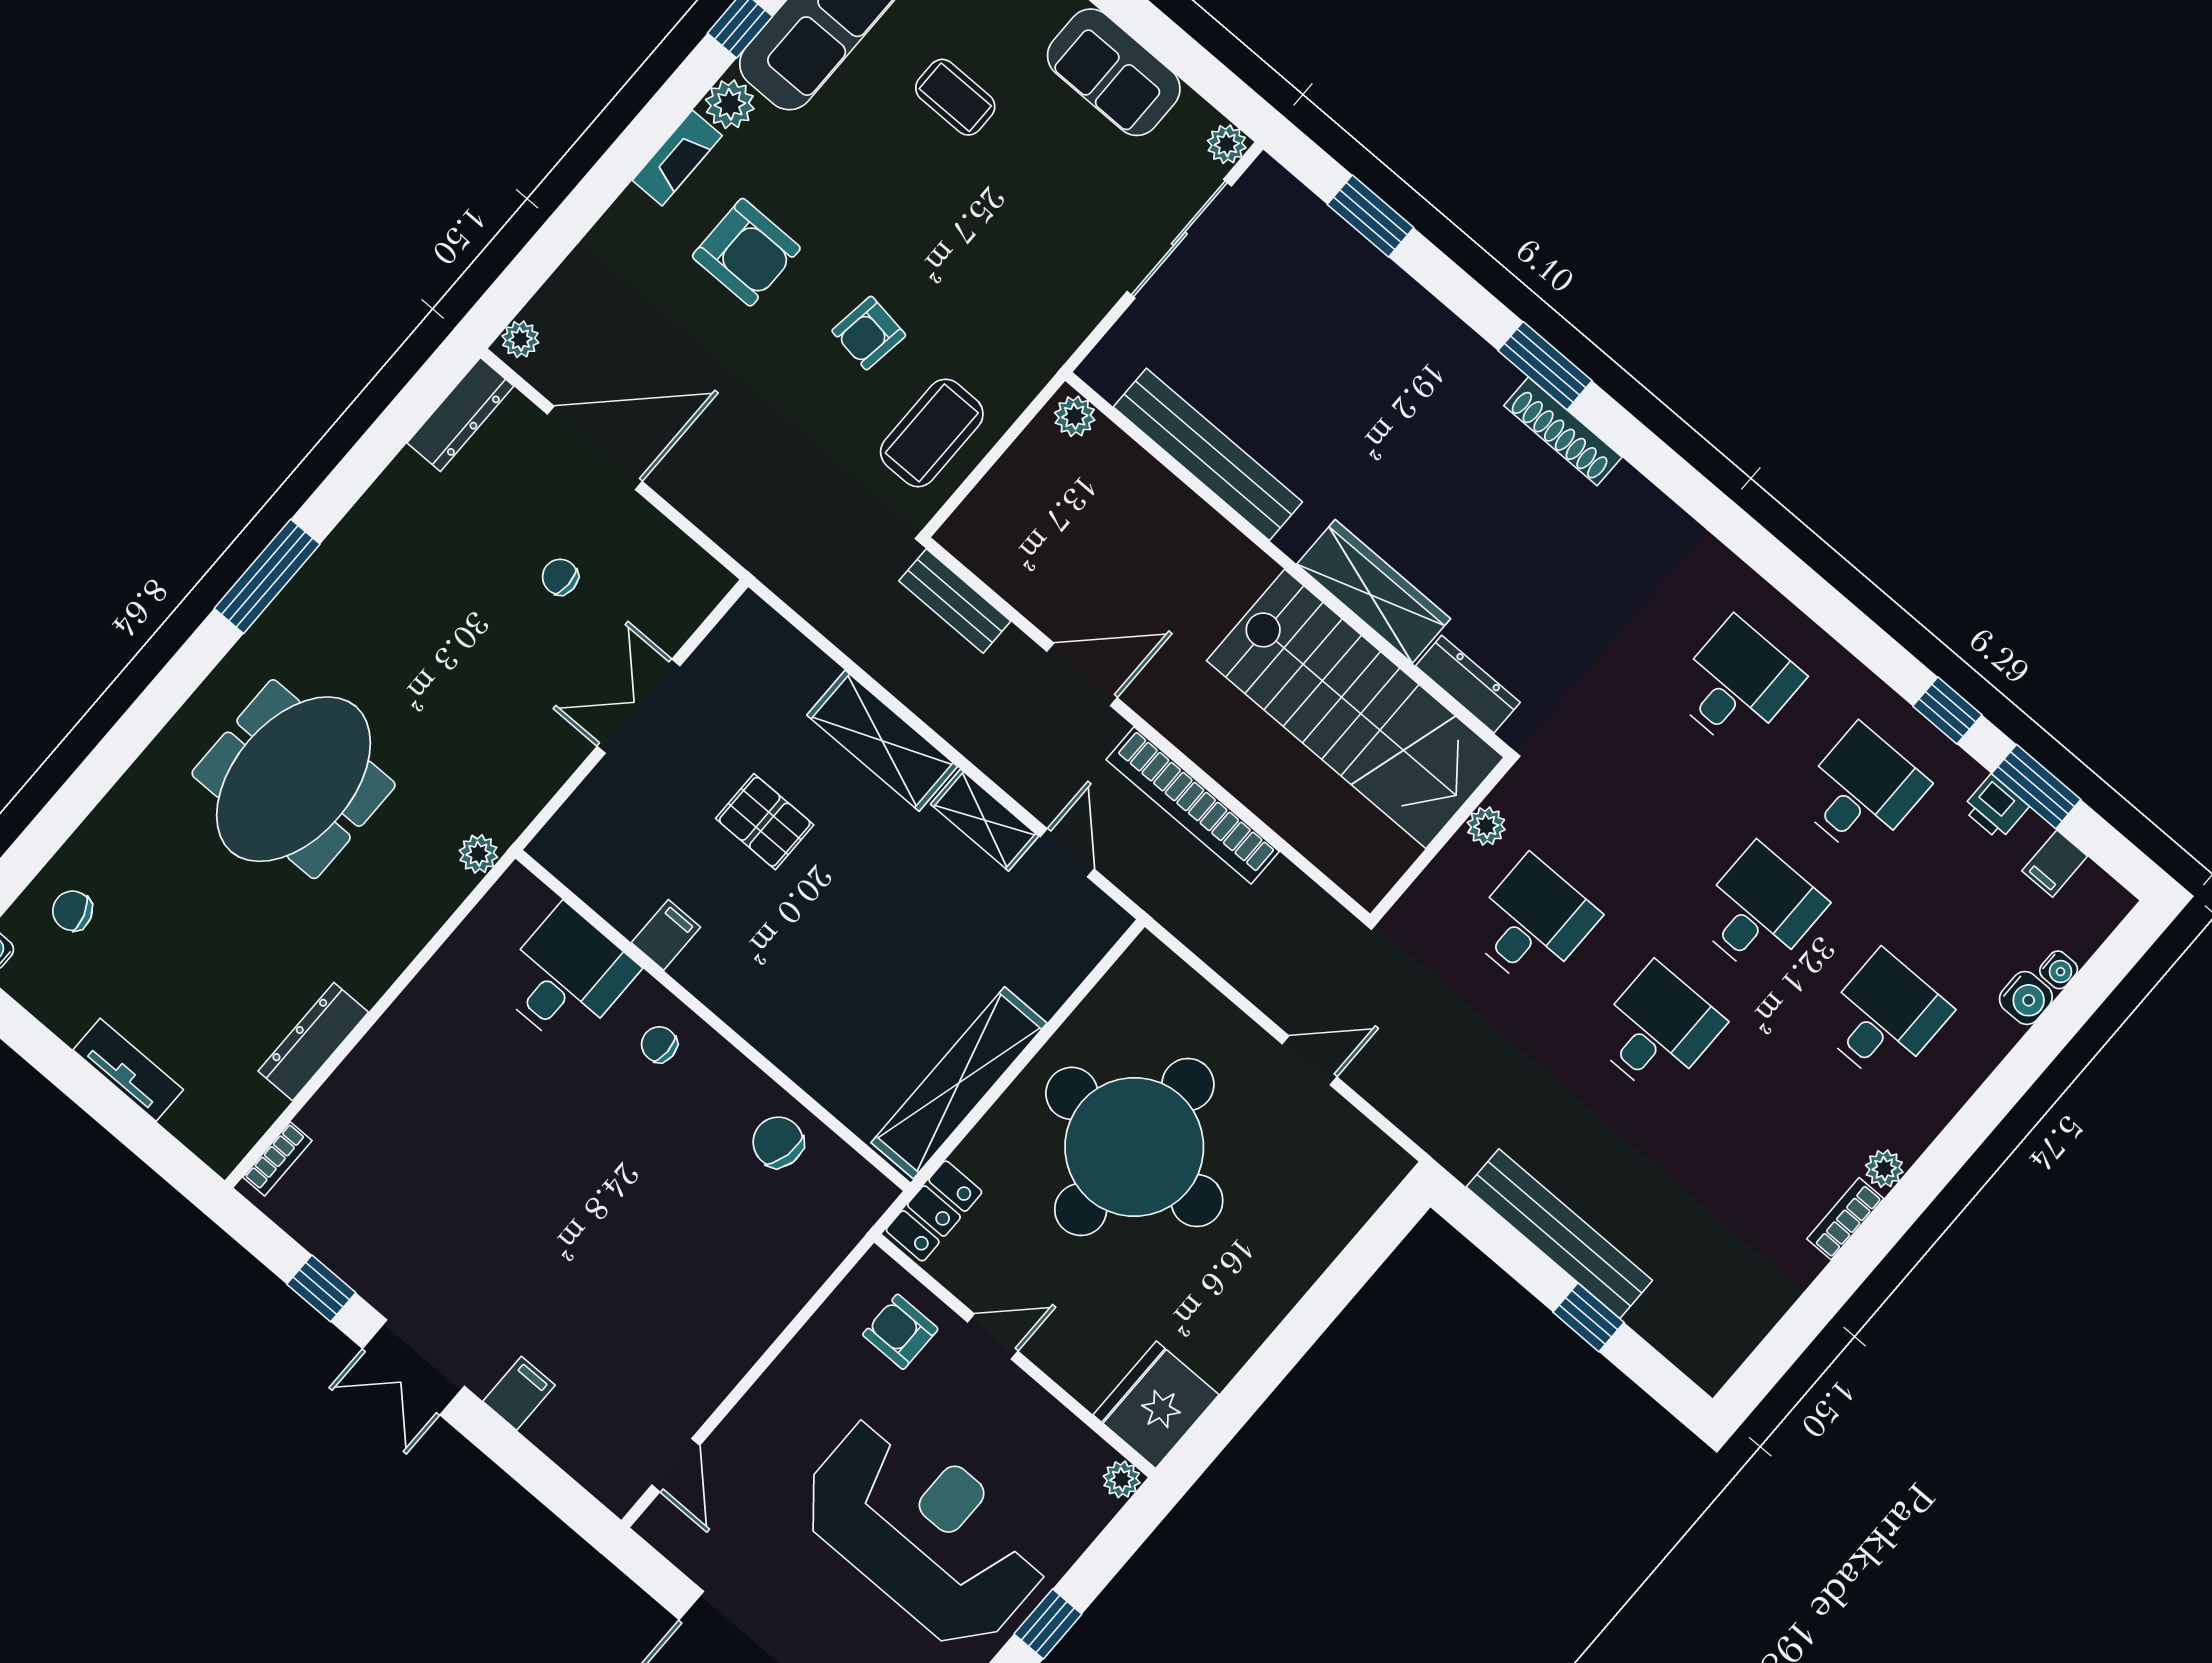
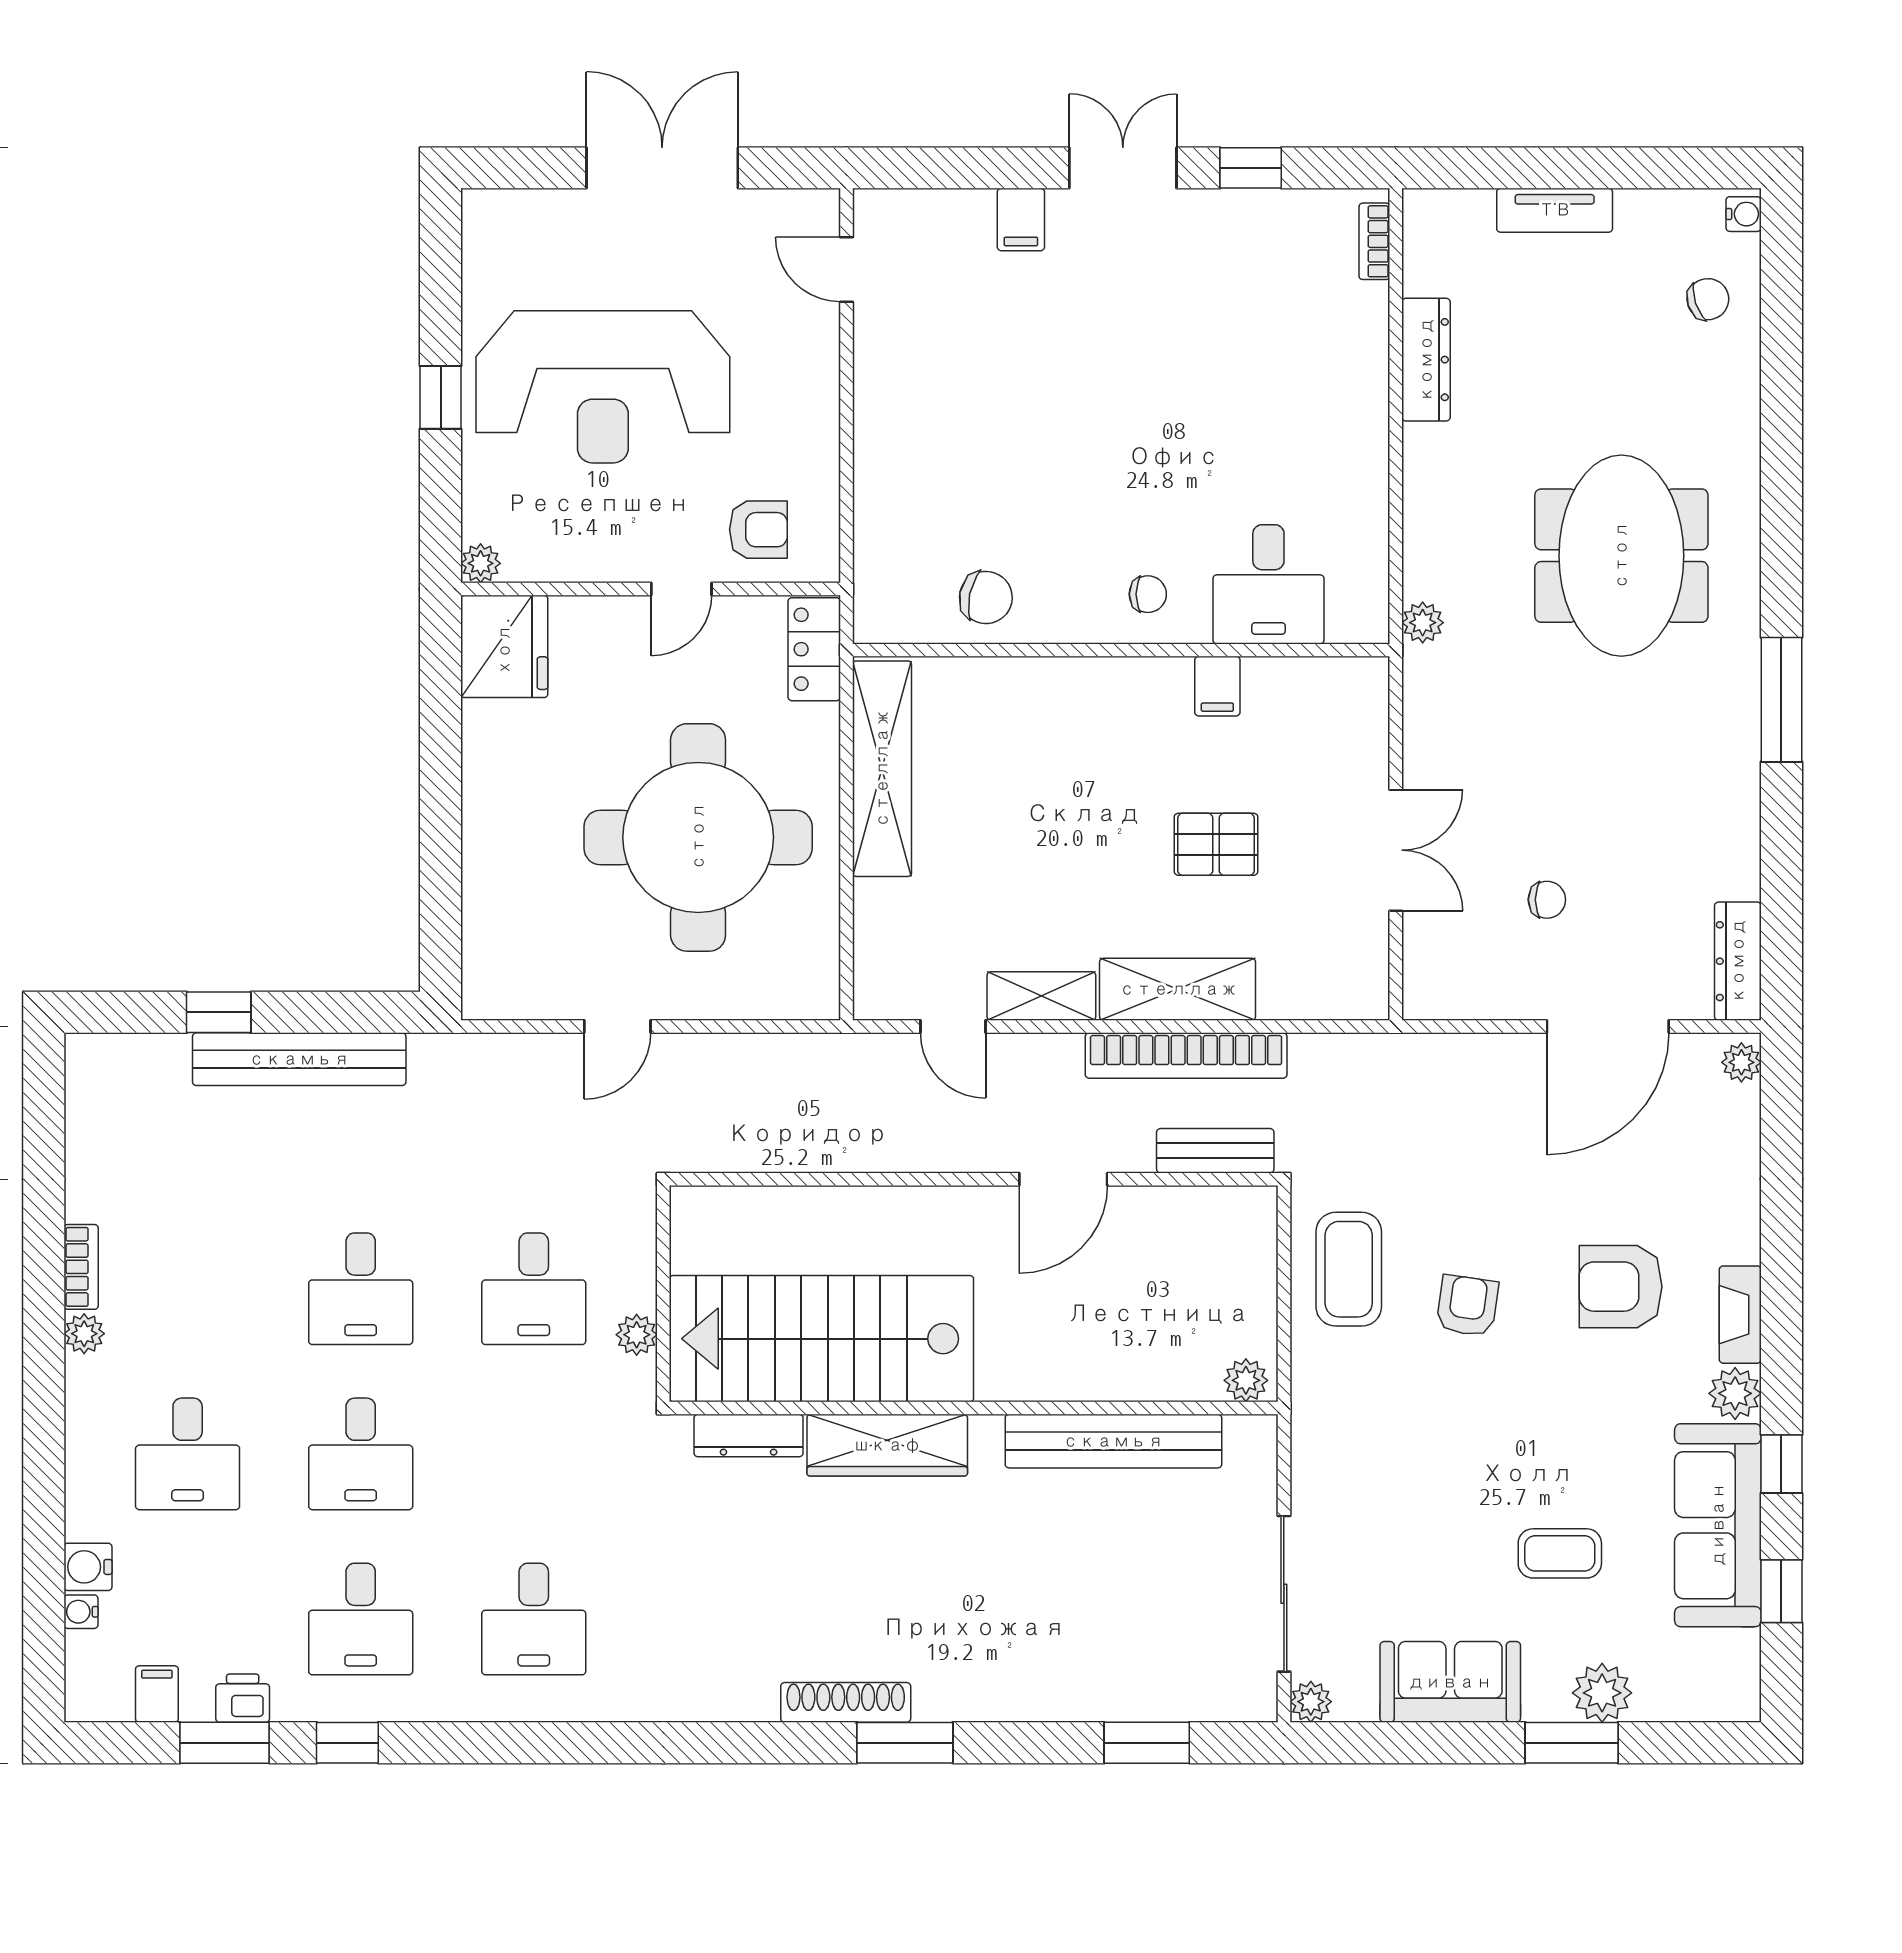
bookcase: (1193, 805) -> (1186, 1056), moved, turned 180

